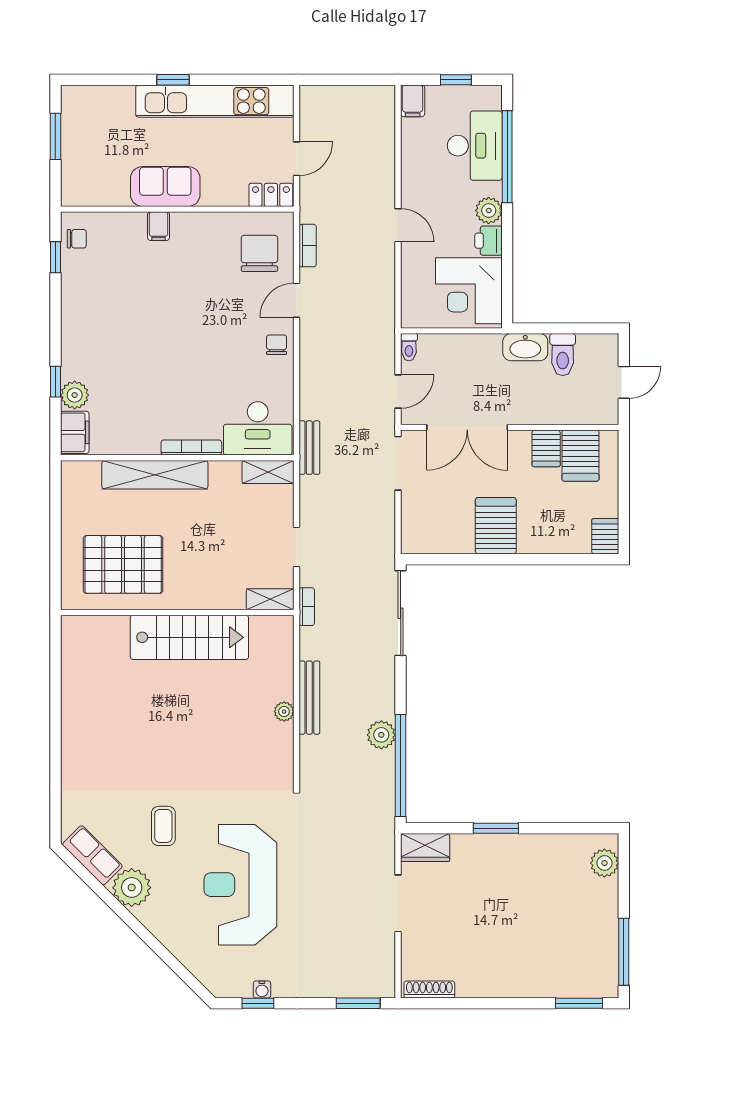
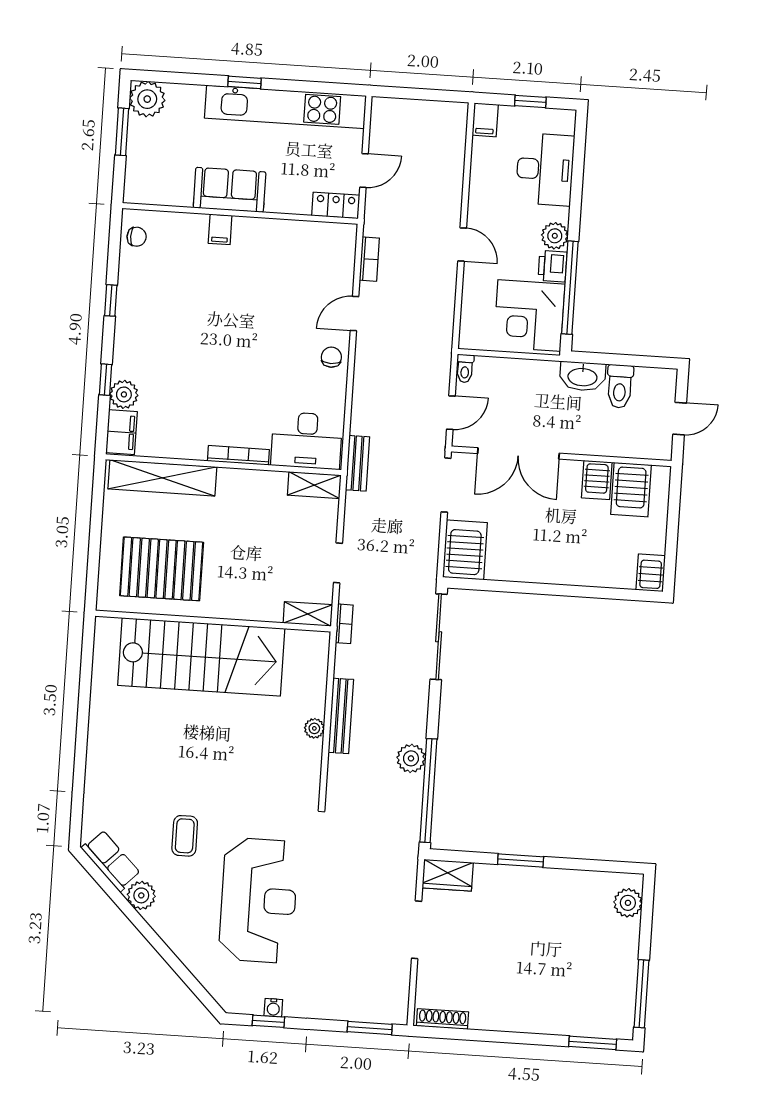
plant: (78, 102) -> (147, 99), added
window: (507, 157) -> (570, 288), moved
chair: (259, 253) -> (320, 264), removed
window: (55, 257) -> (111, 300), moved
shelving: (155, 475) -> (162, 478), moved
server rack: (496, 526) -> (465, 550), moved
stairs: (189, 637) -> (201, 657), width x1.36, depth x1.51
reception desk: (240, 885) -> (259, 900), turned 180
plant: (132, 888) -> (141, 895), width x0.73, depth x0.73

